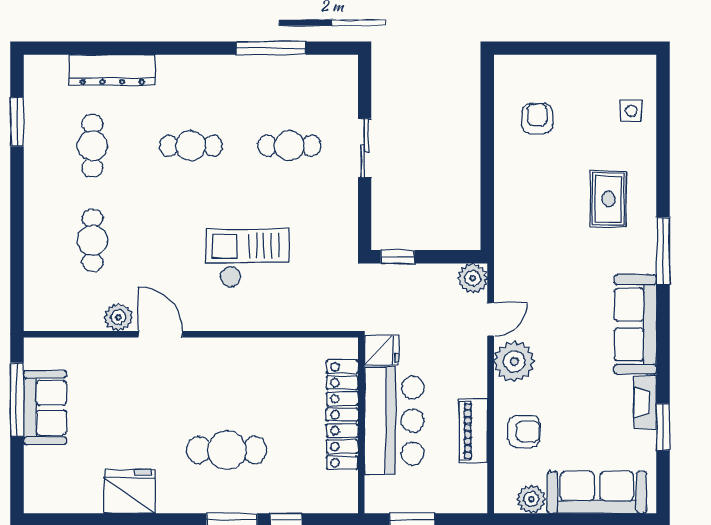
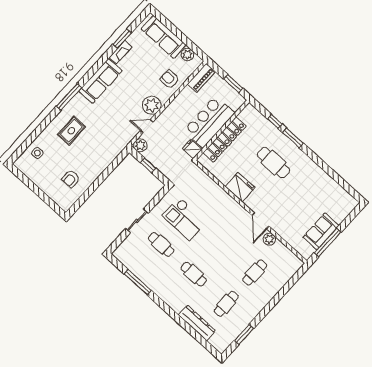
window: (398, 257) -> (148, 165), moved
checkout: (247, 258) -> (184, 219), moved
piano: (473, 431) -> (201, 78), moved
fridge: (130, 491) -> (240, 187), moved, turned 180

